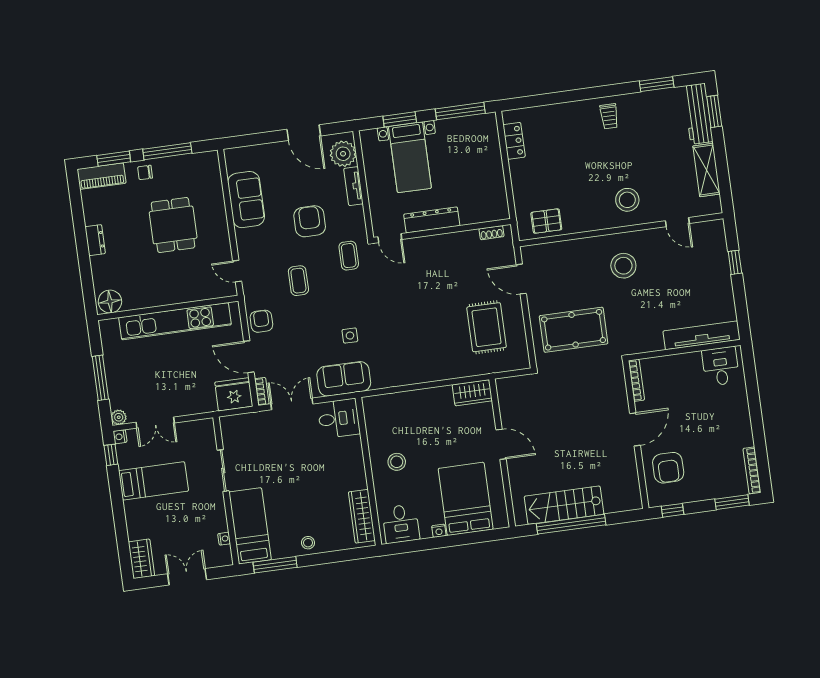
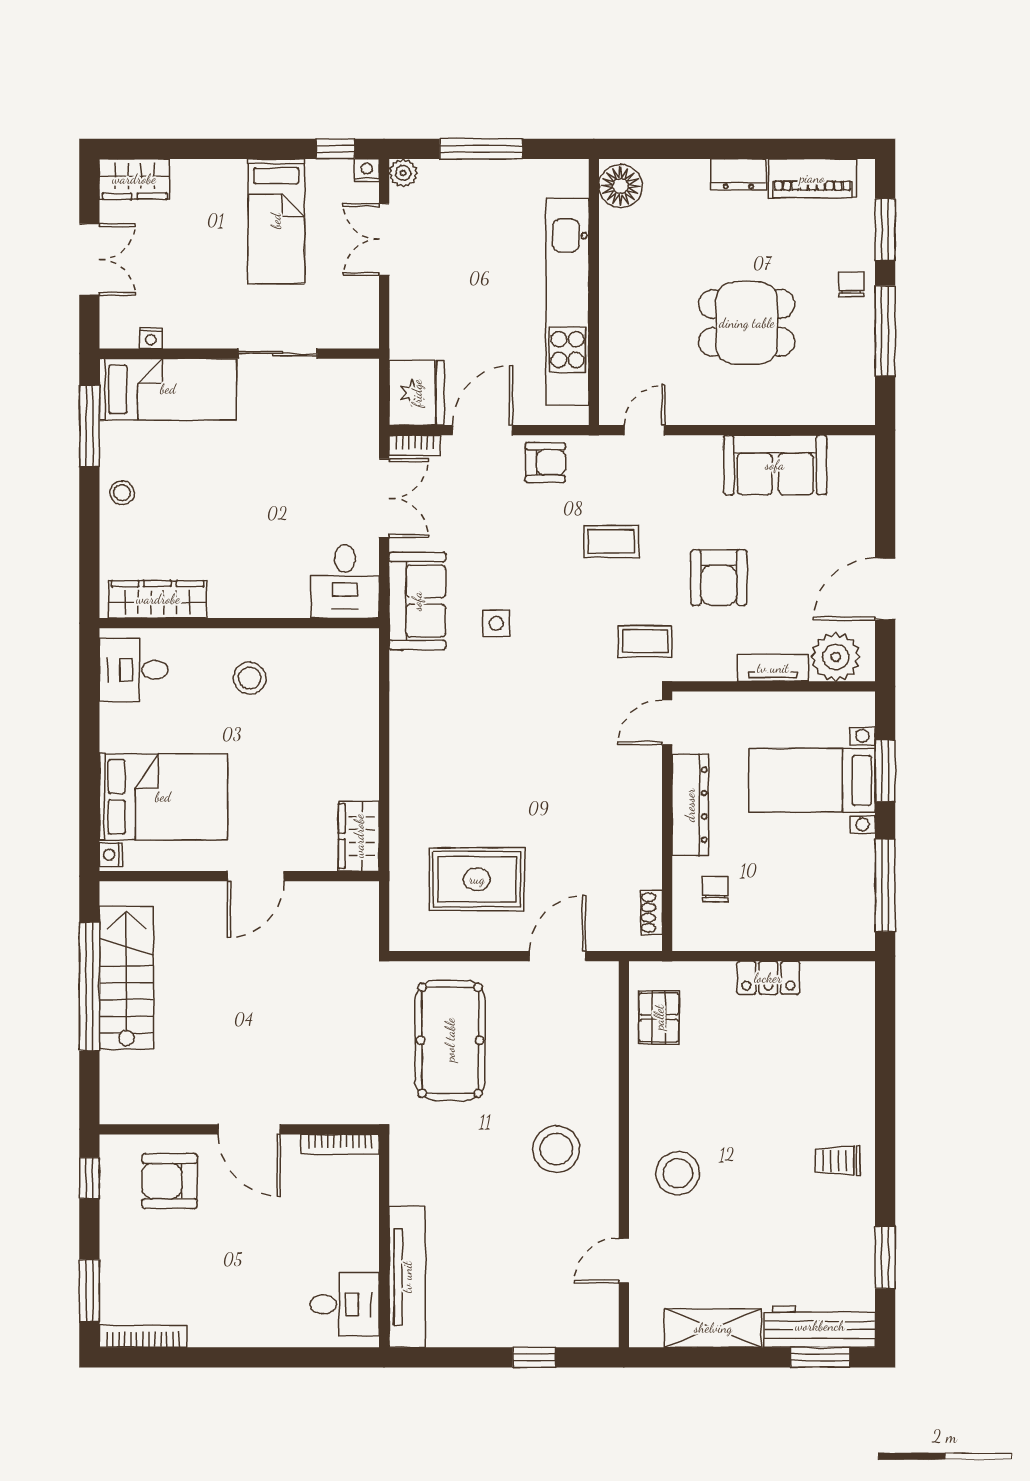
locker: (514, 141) -> (768, 978), moved
piano: (102, 176) -> (812, 178), moved, turned -90
chair: (475, 201) -> (715, 889), added
armchair: (310, 221) -> (719, 578), turned 90
nightstand: (439, 531) -> (111, 855), moved

